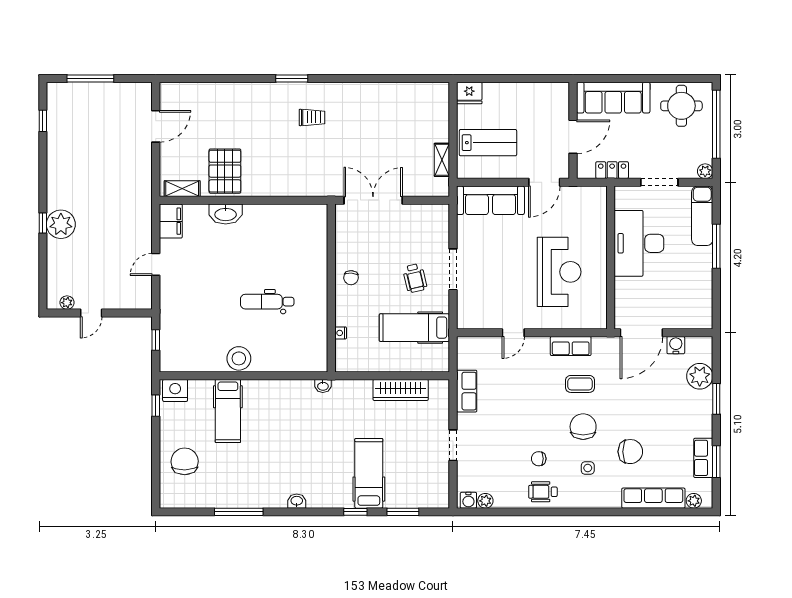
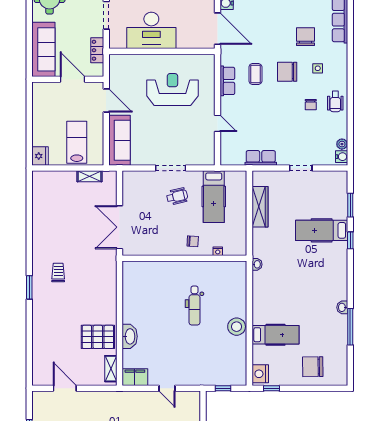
chair: (351, 278) -> (193, 241), moved
washbasin: (297, 501) -> (342, 307), moved

